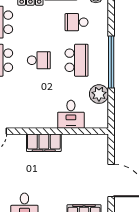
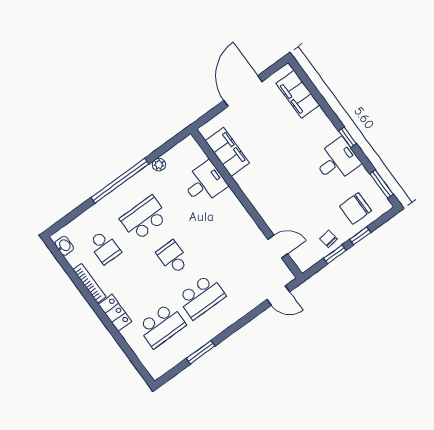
plant: (99, 94) -> (159, 165), width x0.53, depth x0.53
filing cabinet: (44, 143) -> (227, 152), moved

